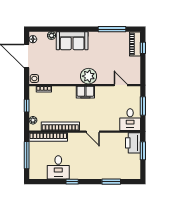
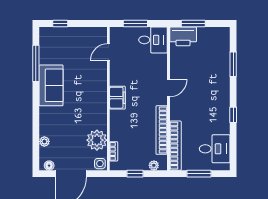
sofa: (72, 41) -> (51, 85), moved
piano: (135, 44) -> (55, 34), removed
plant: (88, 76) -> (97, 140), moved
window: (27, 155) -> (199, 174), width x0.69
desk: (58, 167) -> (215, 149), moved

